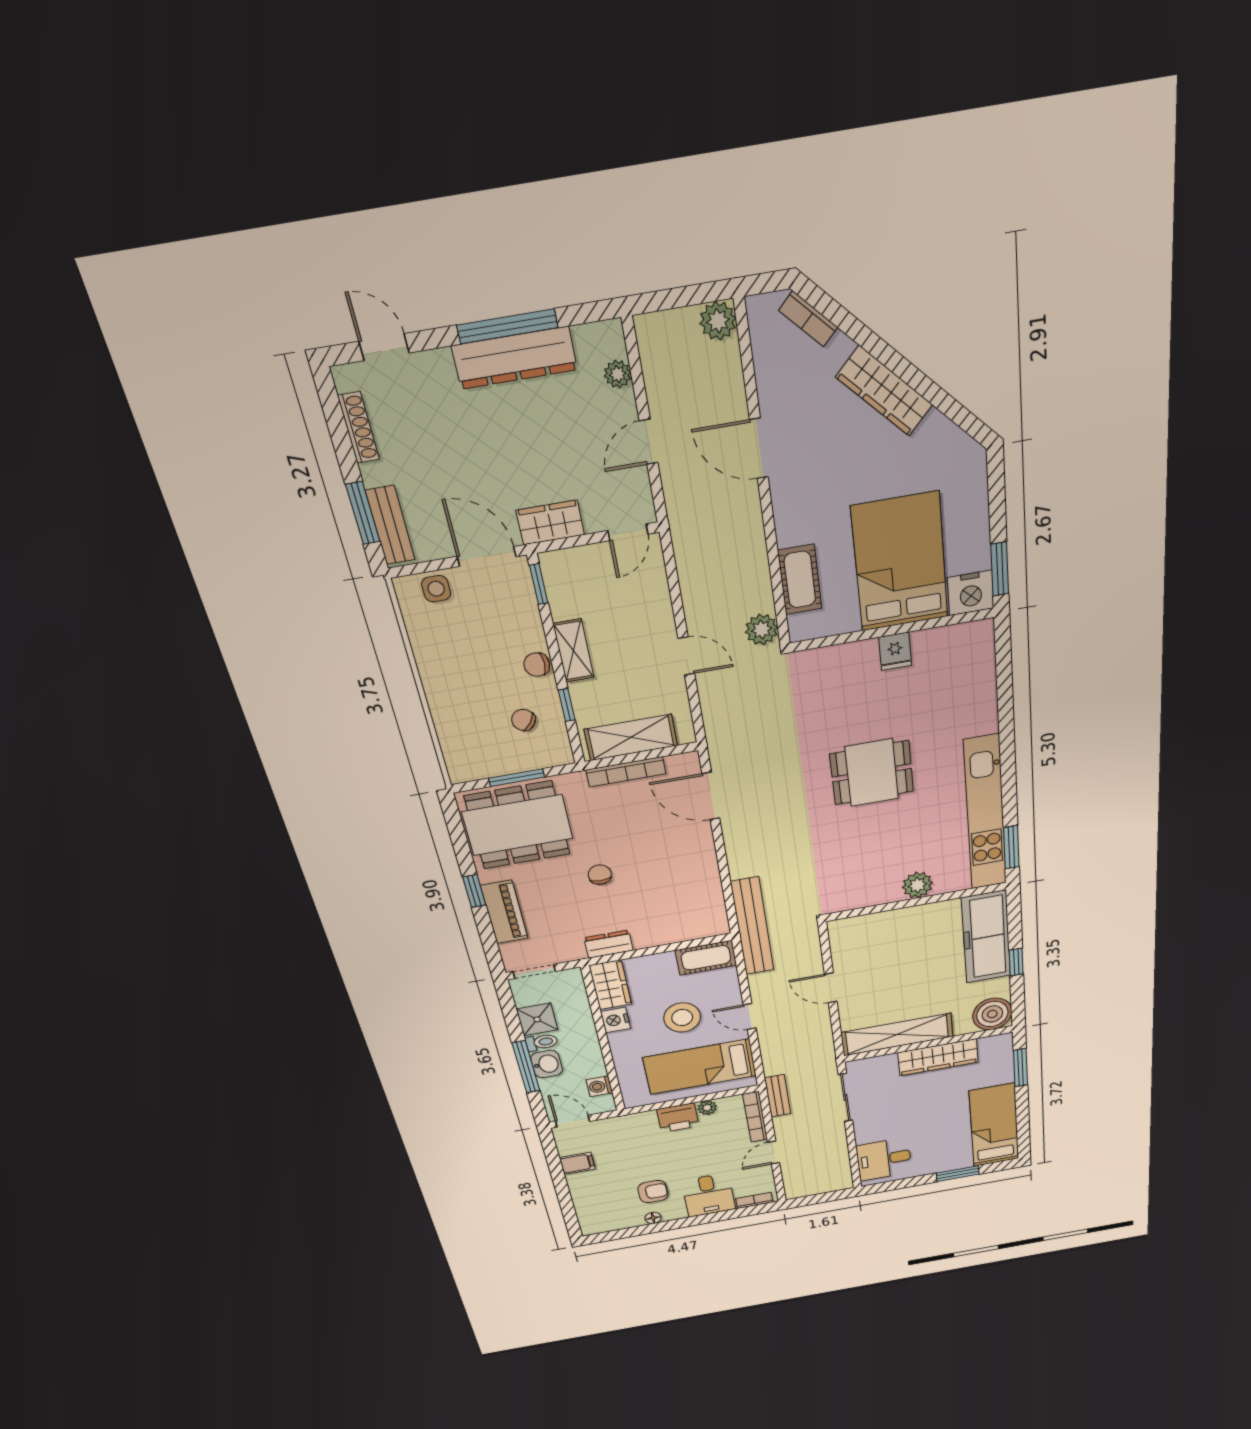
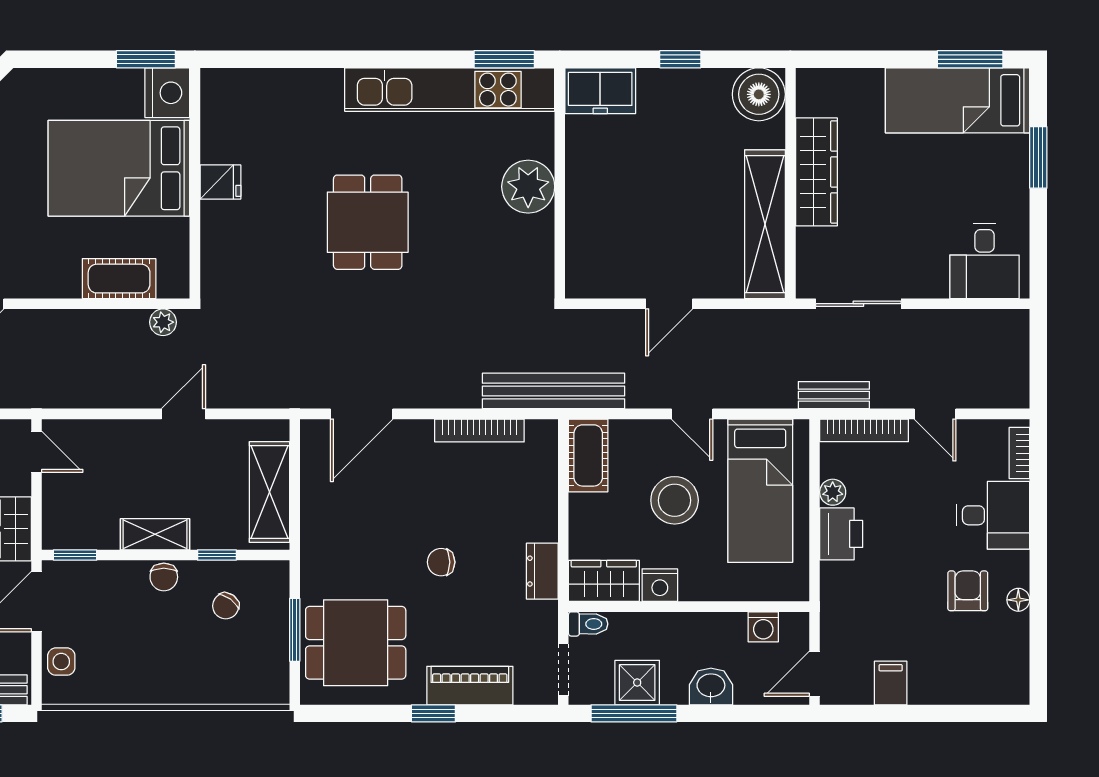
plant: (762, 630) -> (163, 322), width x0.73, depth x0.73
bookcase: (626, 772) -> (479, 430), moved, turned 90
dining table: (518, 825) -> (356, 643), width x0.73
plant: (917, 885) -> (528, 187), width x1.36, depth x1.36
freezer: (986, 937) -> (600, 91), width x0.52, depth x0.79
door: (750, 1017) -> (692, 414), hinge flipped
toilet: (542, 1042) -> (588, 624), moved, turned 90
window: (526, 1067) -> (634, 713), moved
window: (1021, 1068) -> (970, 59), moved

